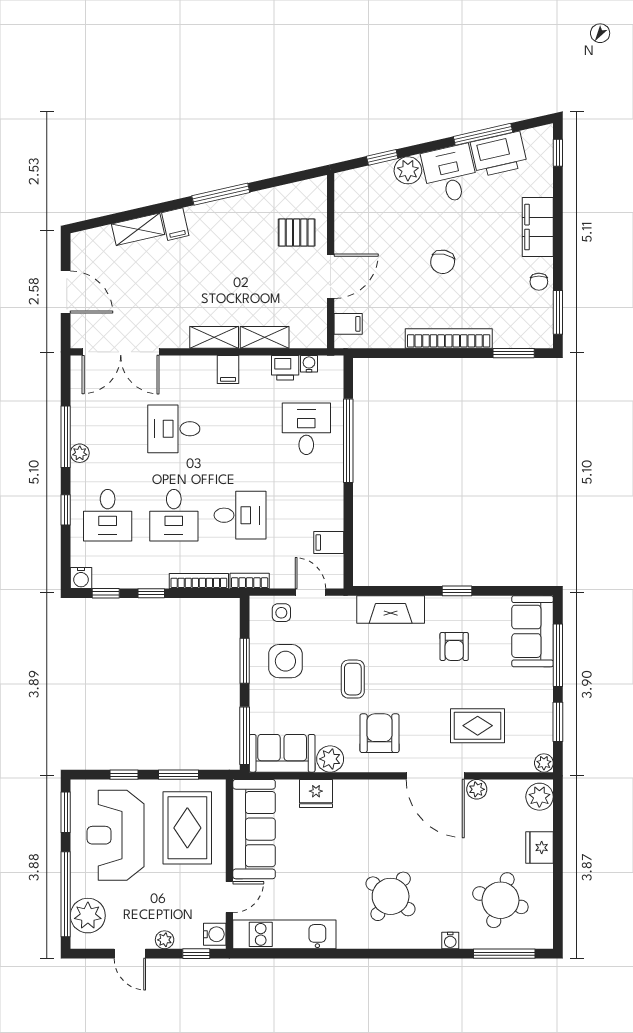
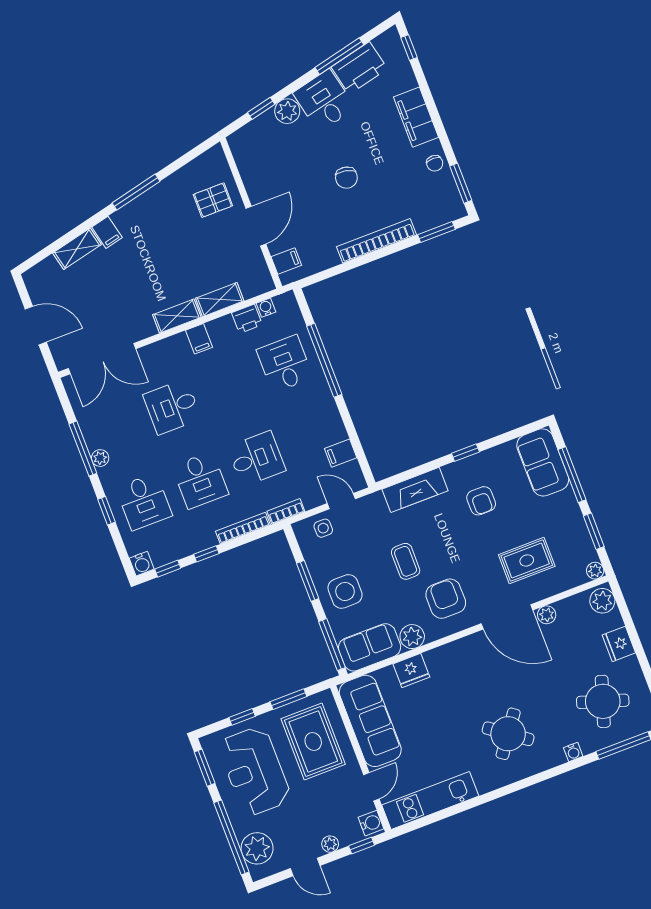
side table: (285, 661) -> (345, 591), moved

